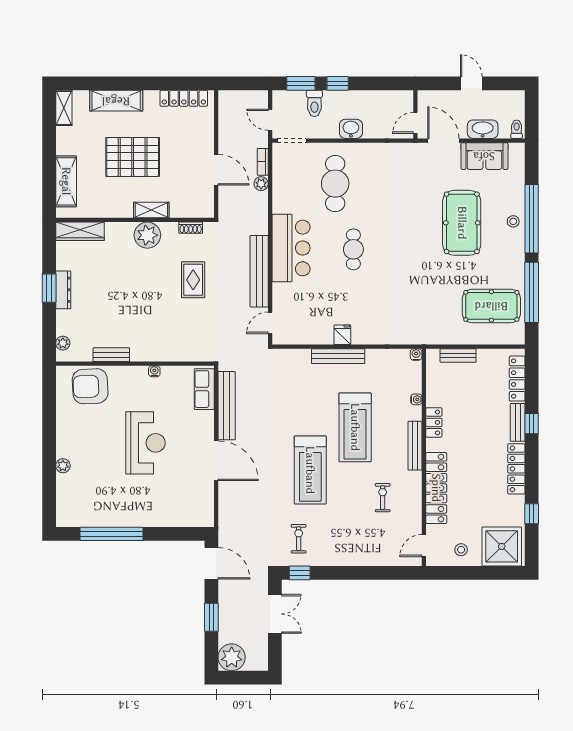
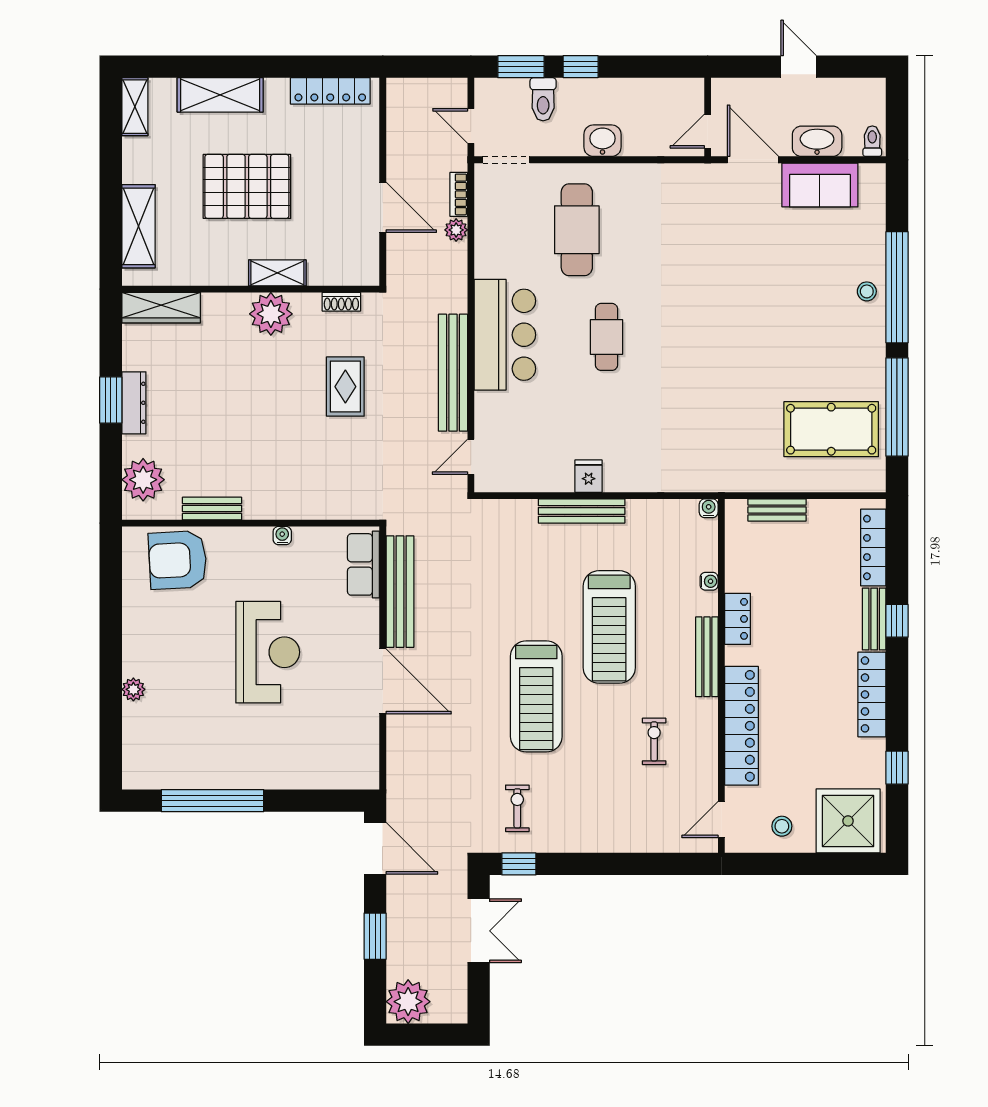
pool table: (462, 223) -> (783, 294), removed
plant: (63, 343) -> (143, 480), width x1.88, depth x1.88

